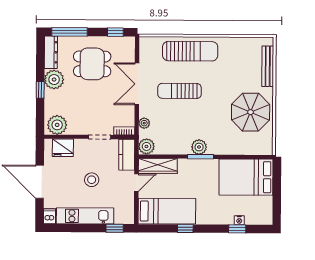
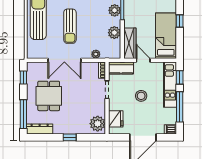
plant: (54, 80) -> (61, 126), removed
plant: (146, 146) -> (114, 33), moved
kitchen unit: (85, 216) -> (170, 85), moved
window: (77, 228) -> (180, 107), added

